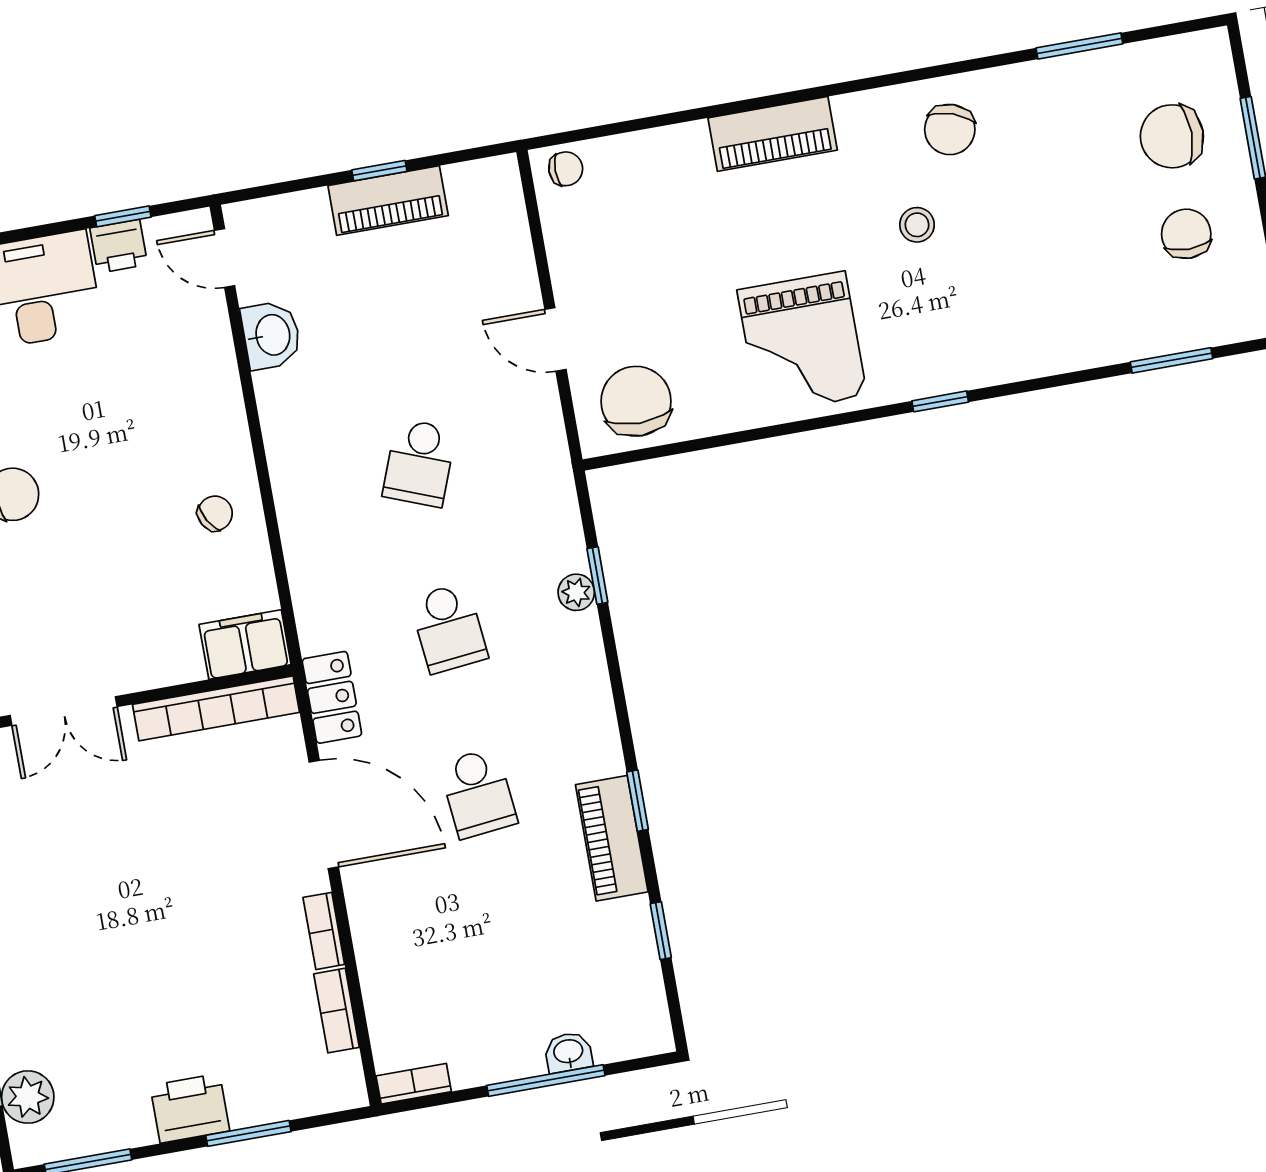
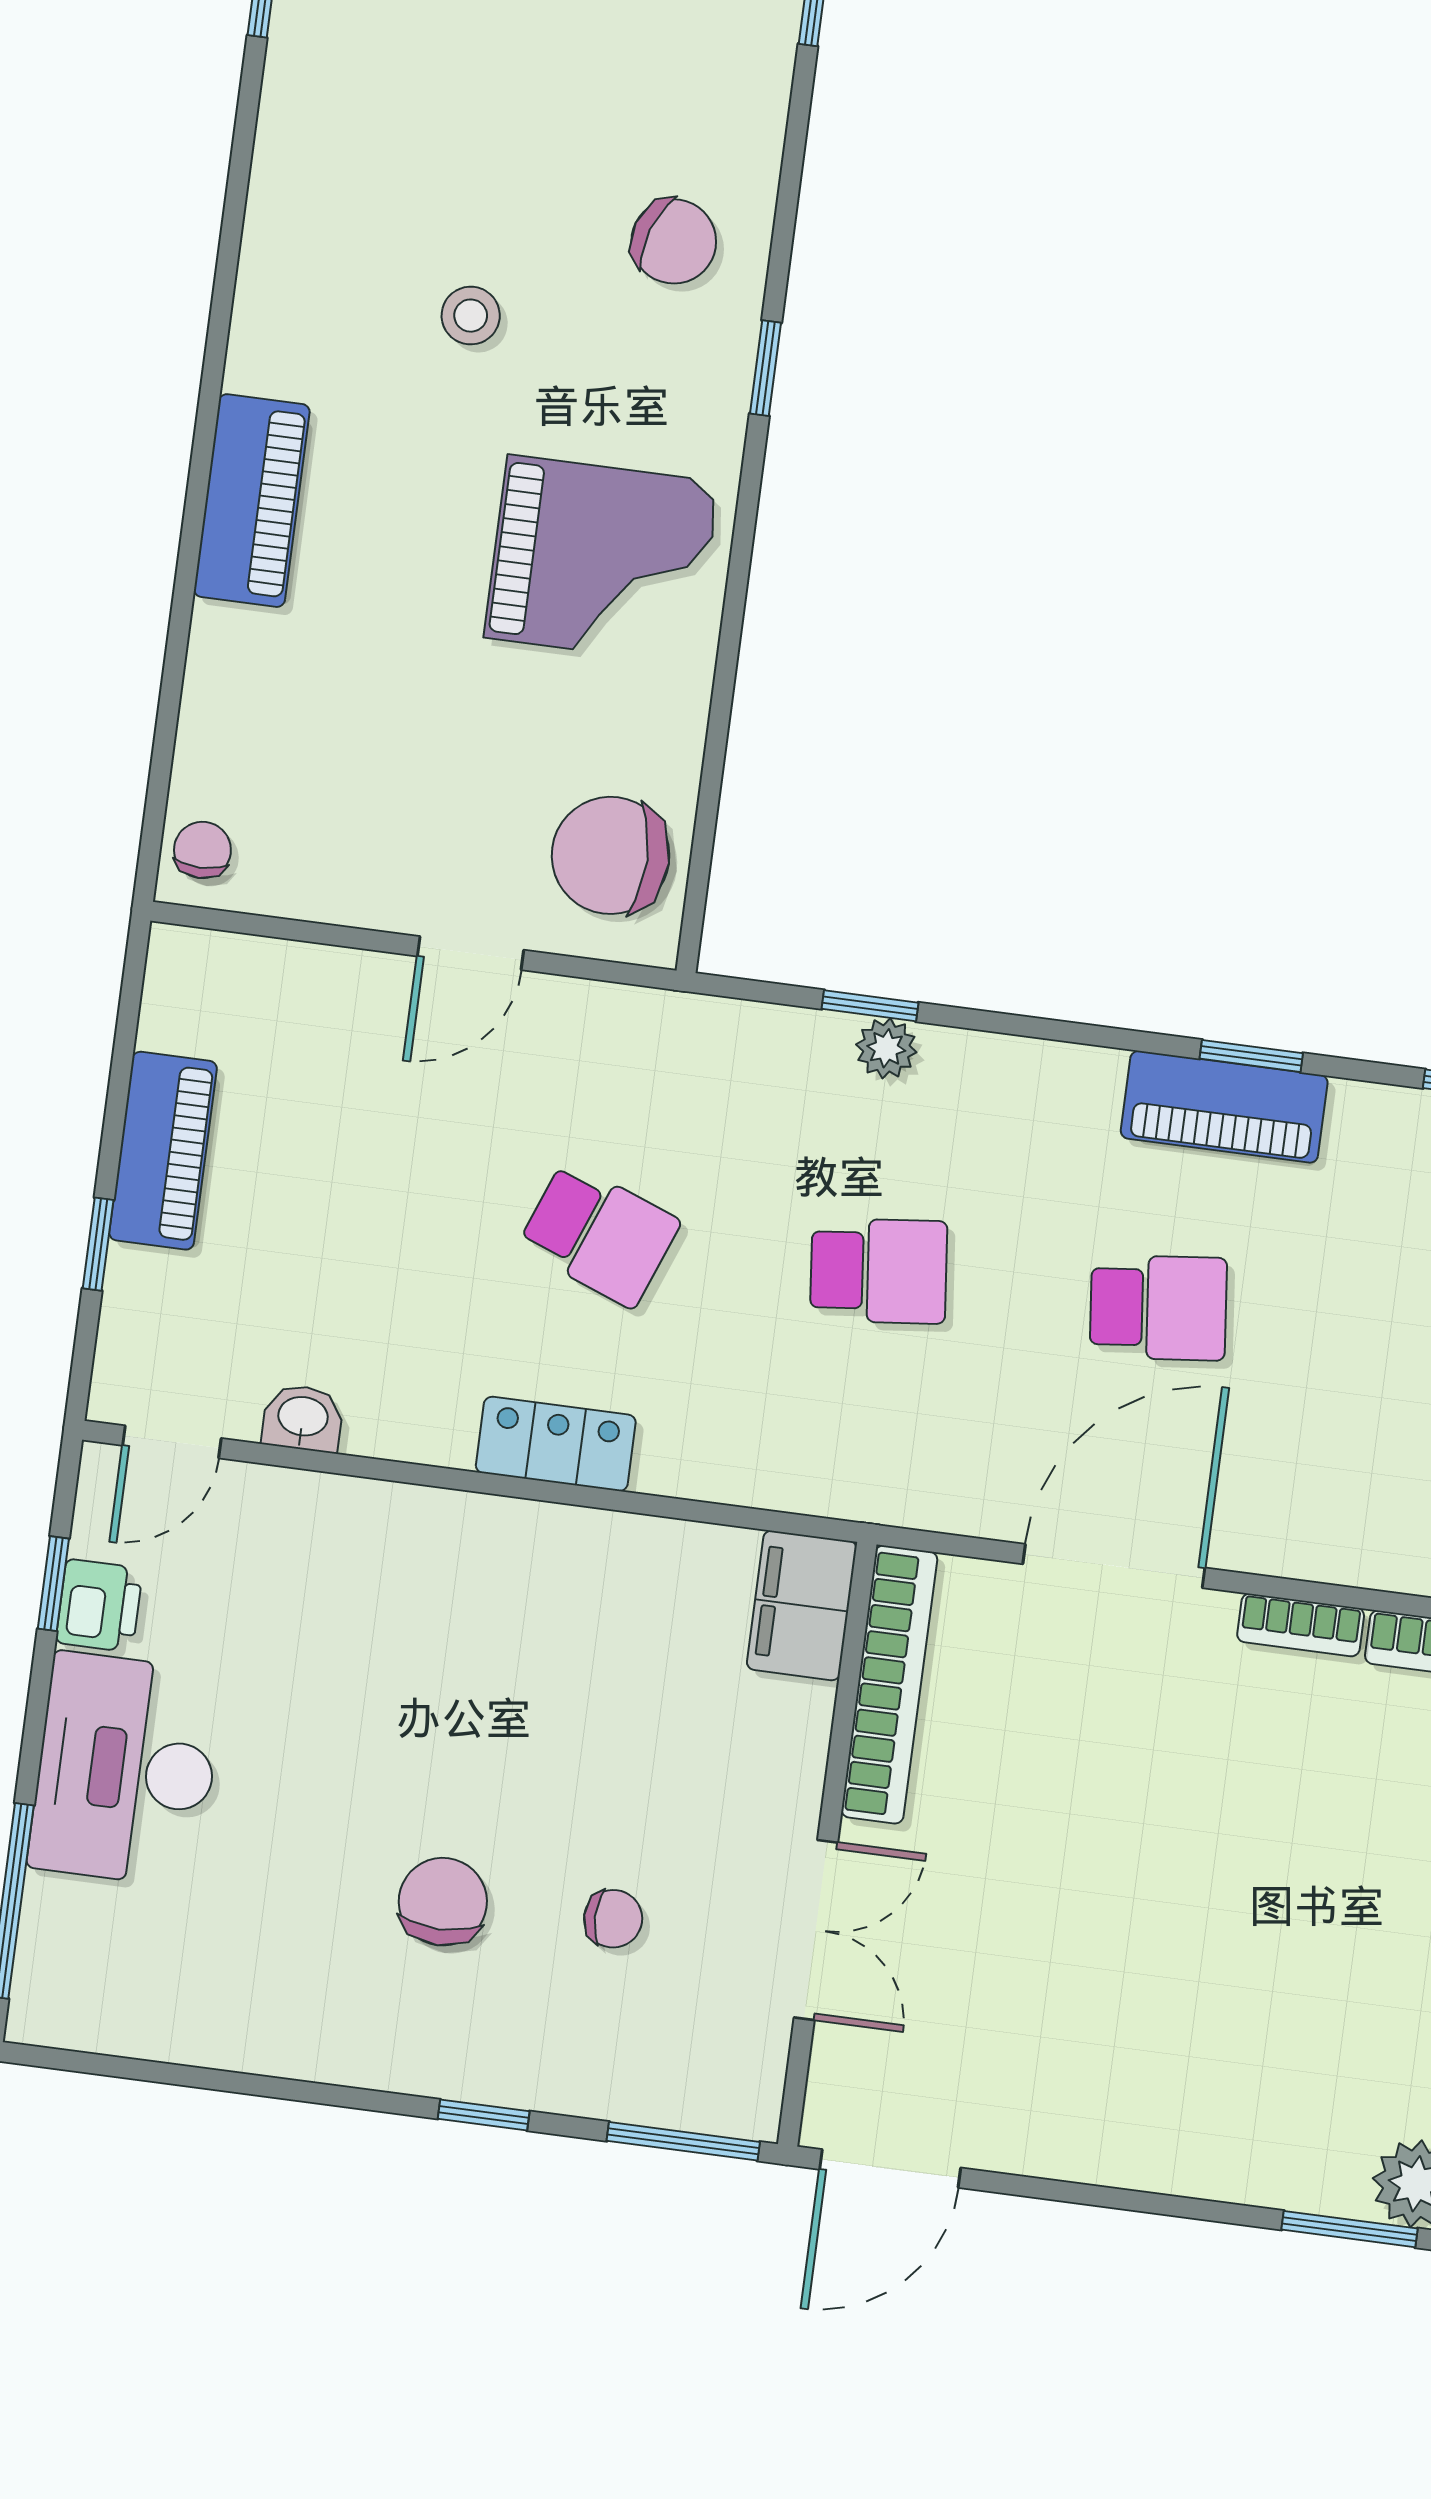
chair: (950, 129) -> (674, 241), moved
window: (379, 171) -> (98, 1244), moved
washbasin: (271, 335) -> (303, 1418), width x0.72, depth x0.69
chair: (215, 513) -> (613, 1919), moved, turned 120
locker: (332, 697) -> (556, 1444), moved
piano: (612, 838) -> (1224, 1107), moved

